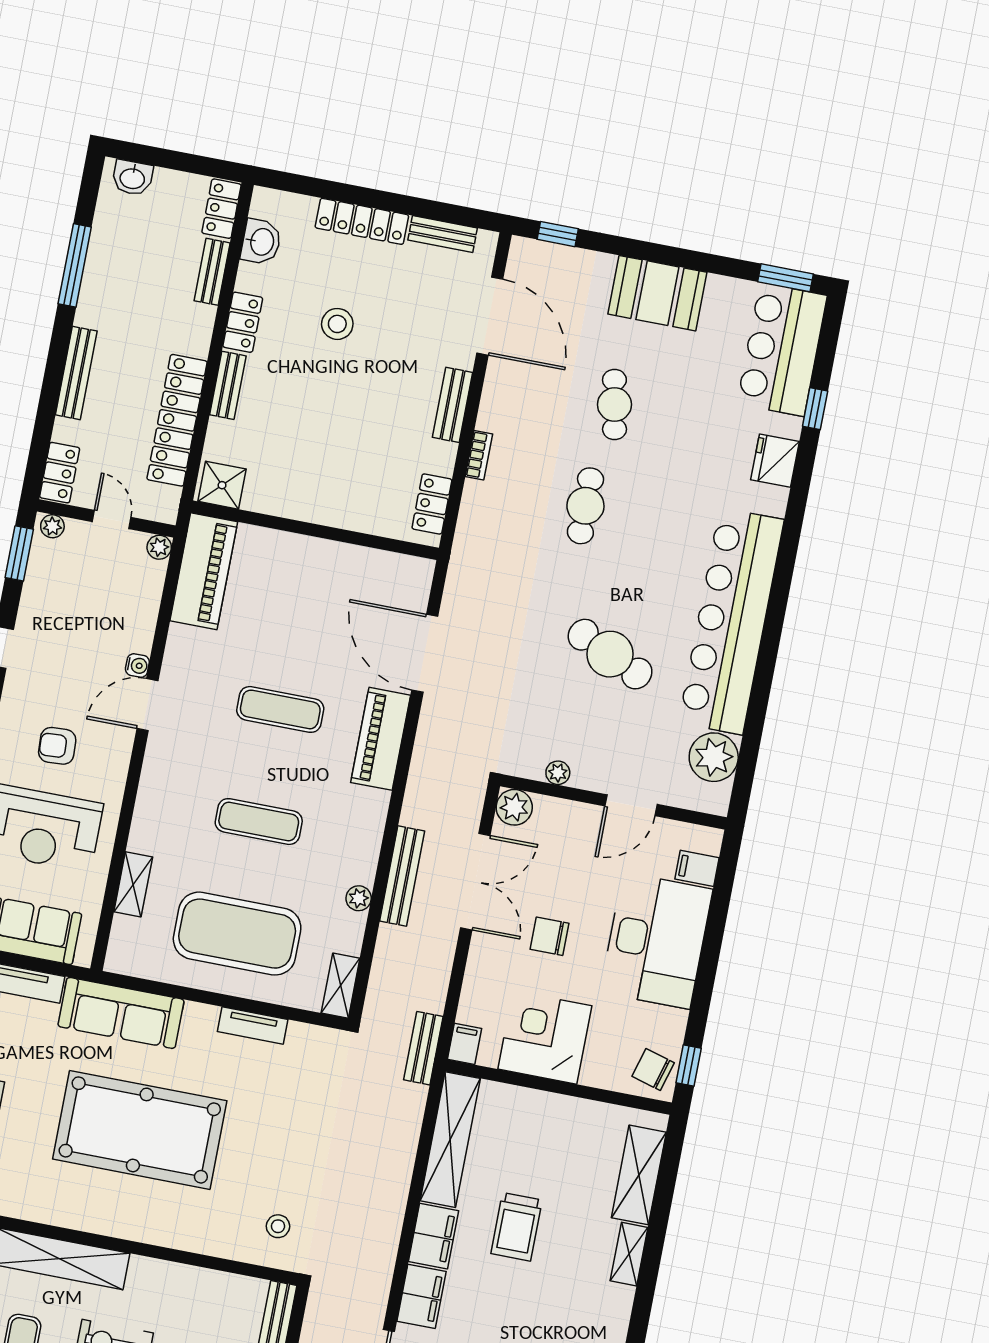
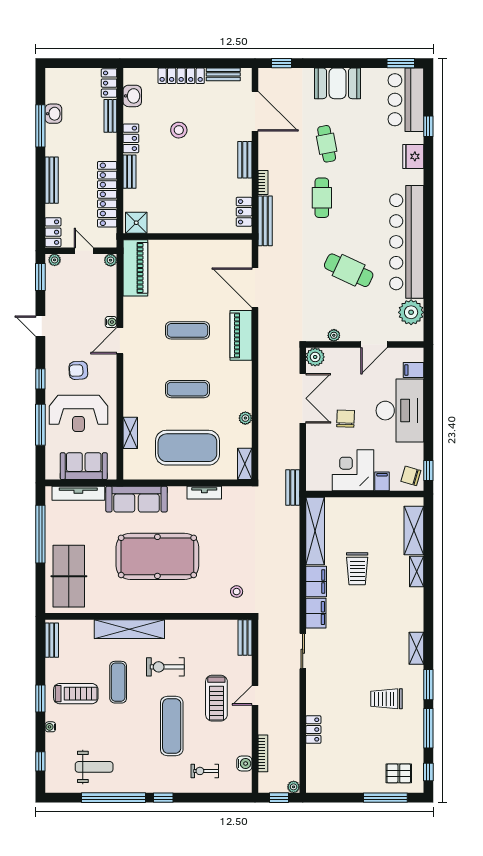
washbasin: (132, 178) -> (53, 114), moved, turned -90
bench: (402, 876) -> (265, 221), moved
chair: (550, 936) -> (346, 419), turned 92
filing cabinet: (464, 1044) -> (382, 481), moved

